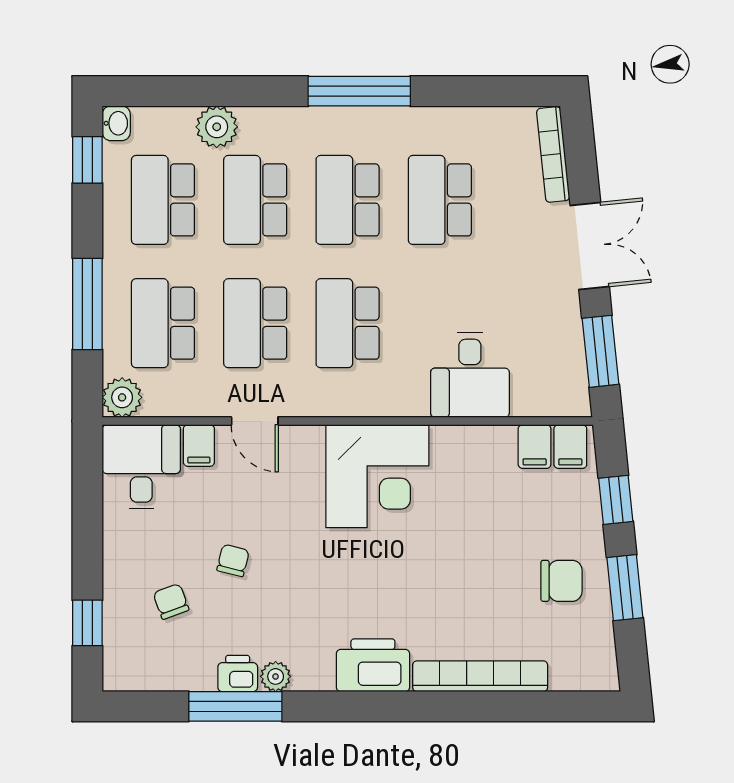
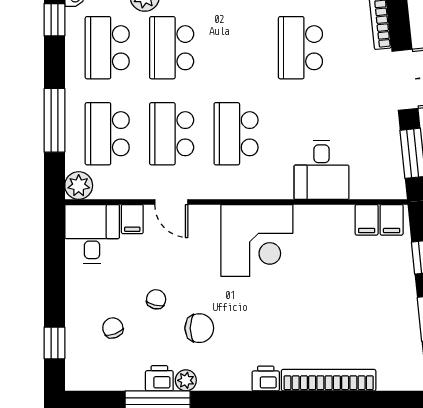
school desk: (348, 200) -> (236, 48), removed
chair: (562, 581) -> (199, 328), moved
printer: (373, 665) -> (266, 378), width x0.53, depth x0.68

